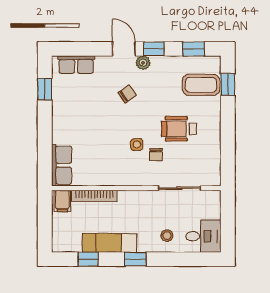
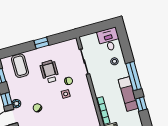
window: (228, 84) -> (41, 43), moved
wheelchair: (179, 129) -> (49, 72), turned 180
window: (135, 259) -> (134, 76), width x2.17

